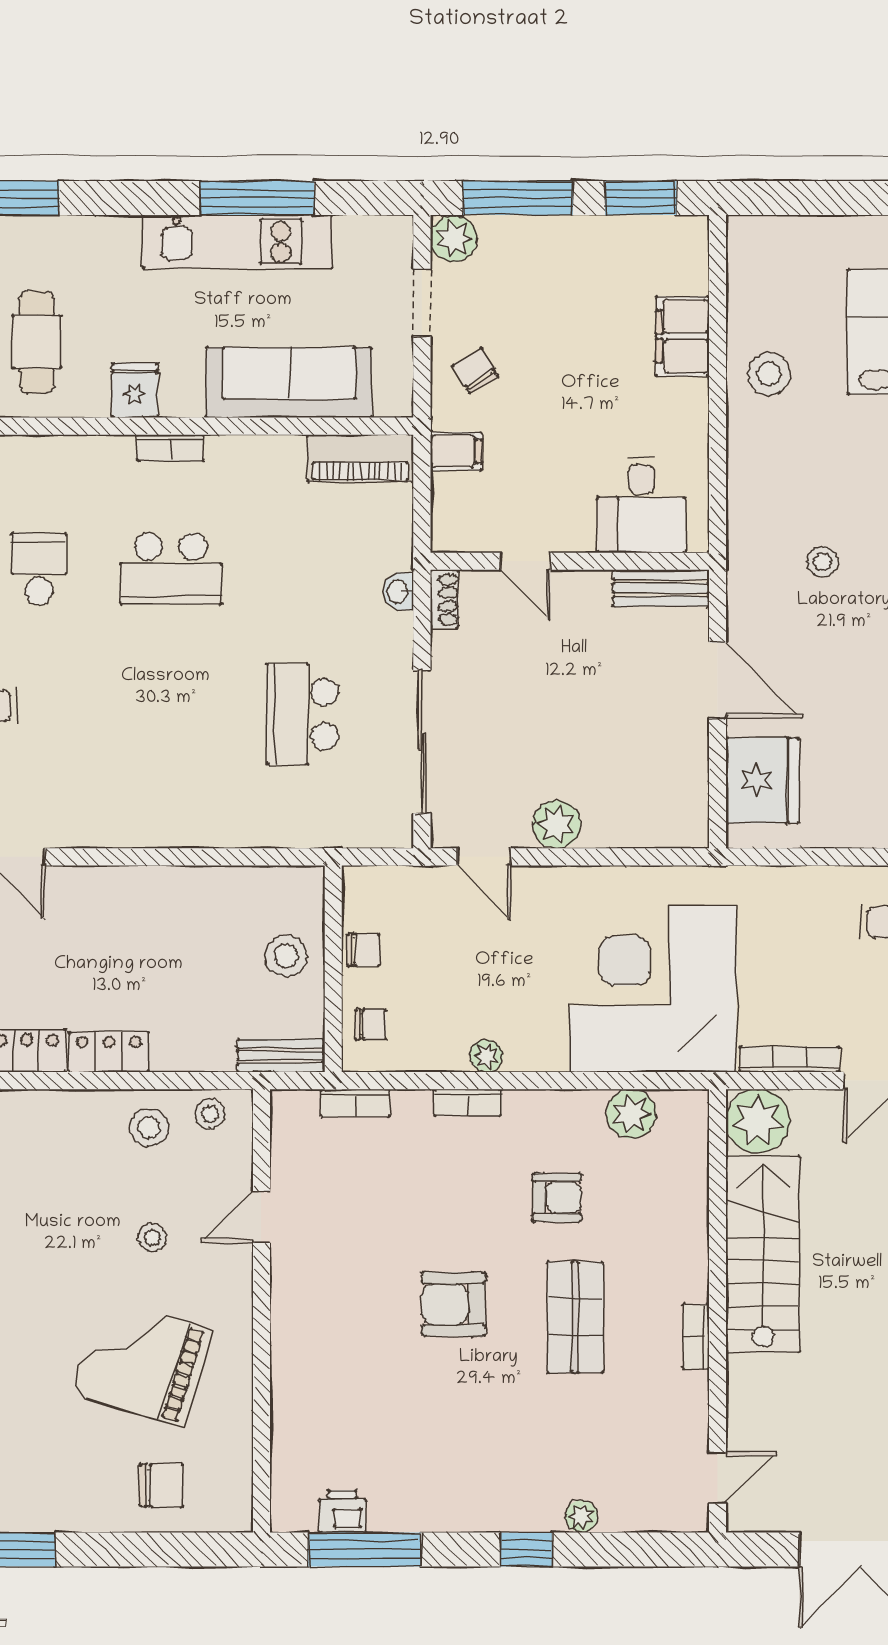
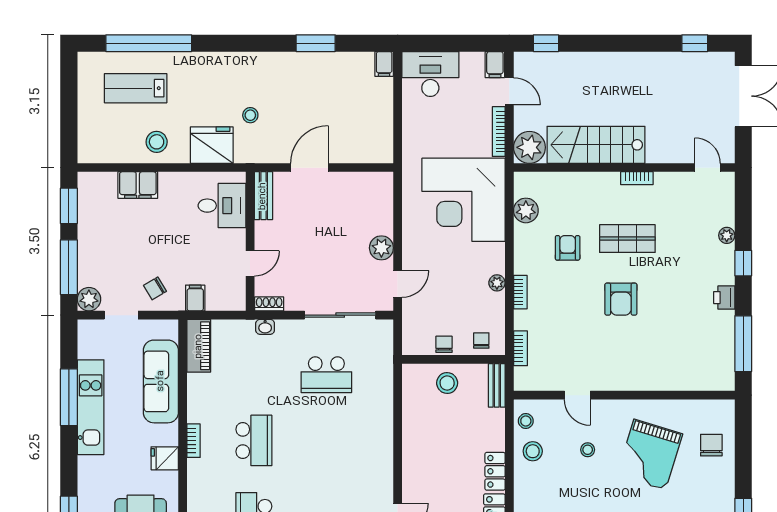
fridge: (762, 780) -> (212, 145), moved
printer: (343, 1511) -> (724, 298), moved

